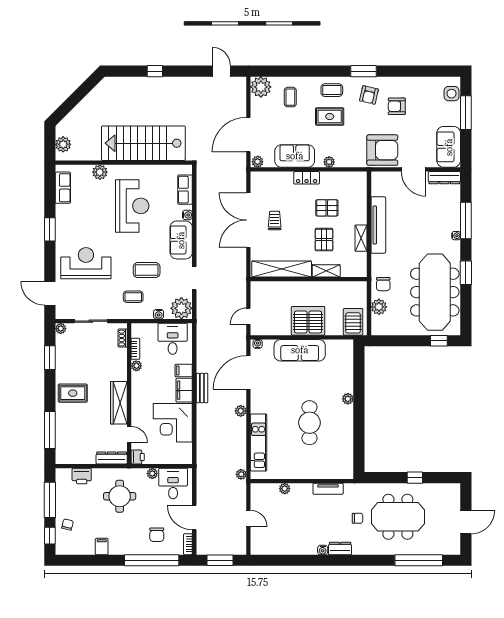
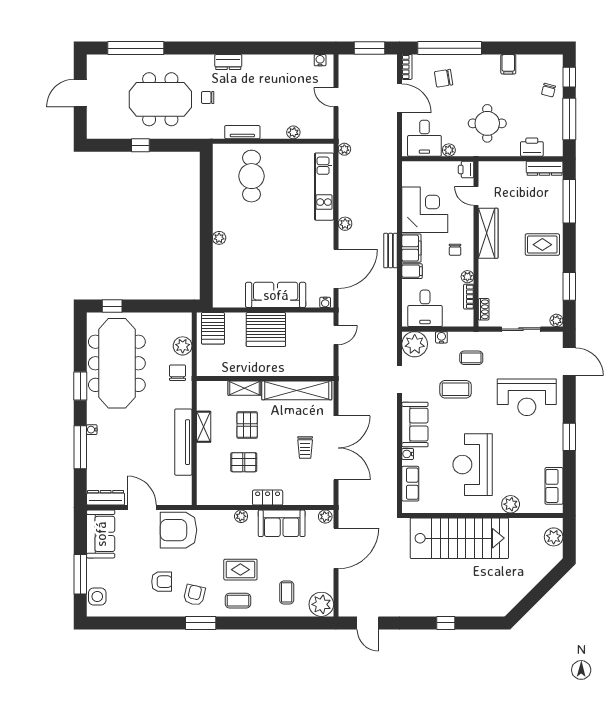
chair: (147, 389) -> (455, 250), added
cafe table: (309, 423) -> (251, 176), moved
dresser: (112, 458) -> (545, 168), moved
chair: (157, 535) -> (444, 78), turned -99
water cooler: (323, 550) -> (320, 60), moved

